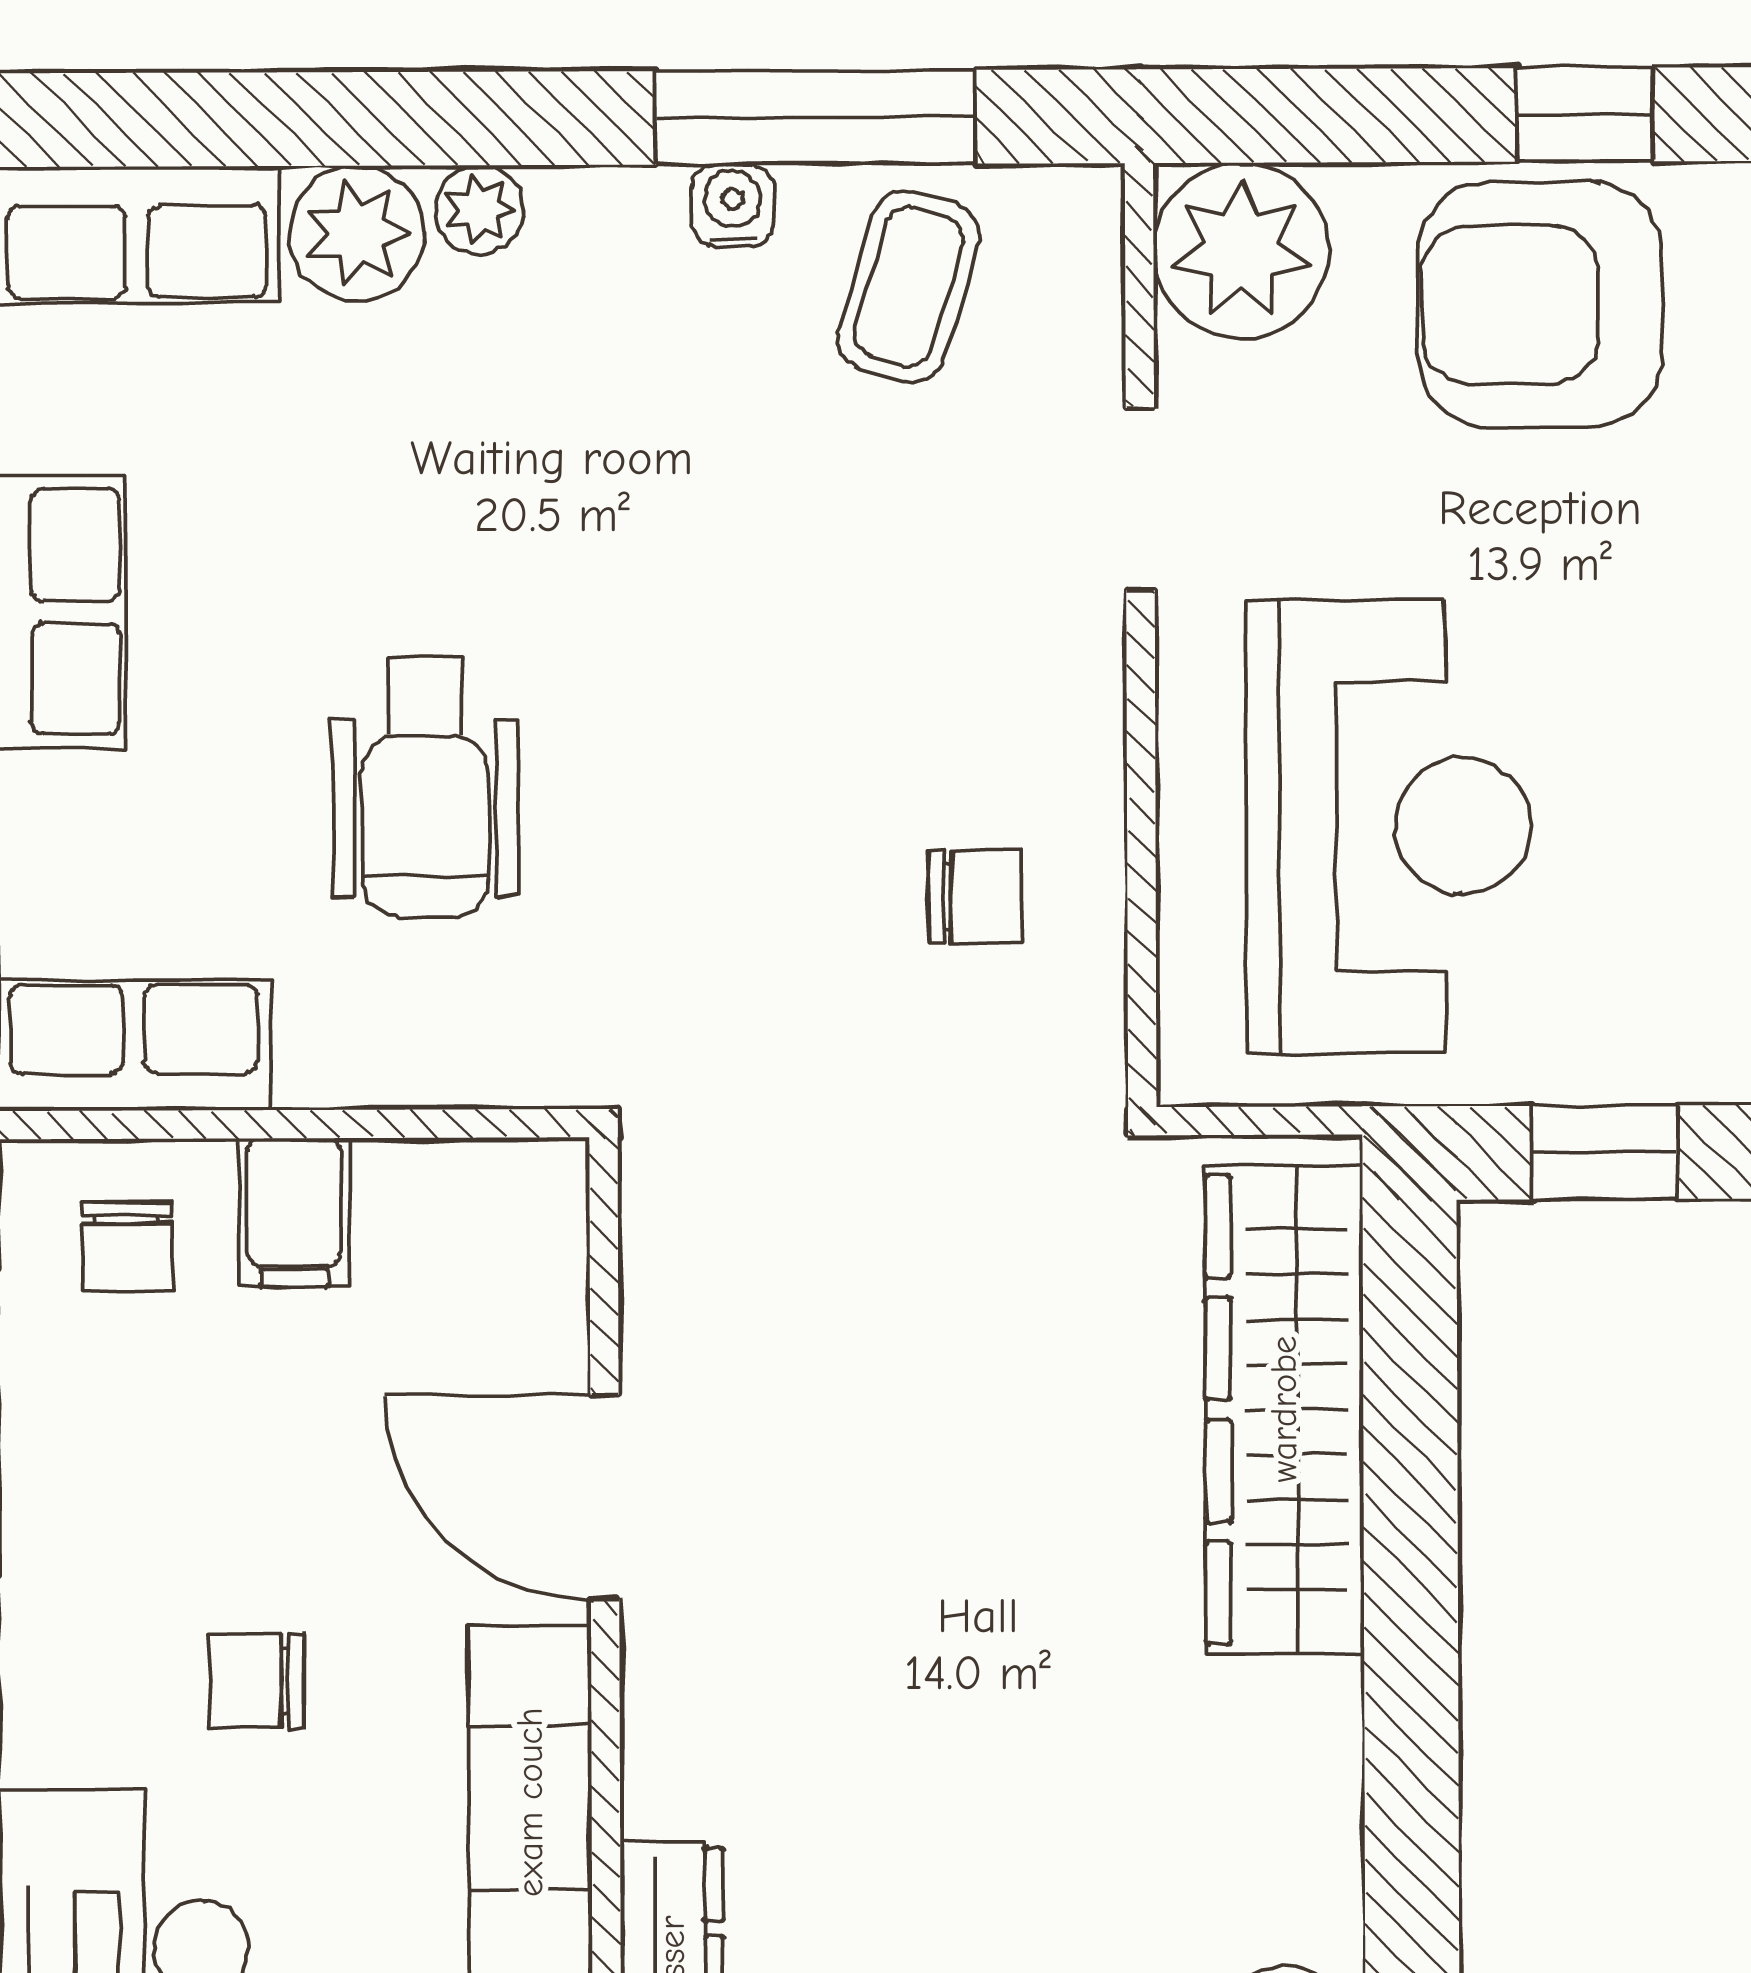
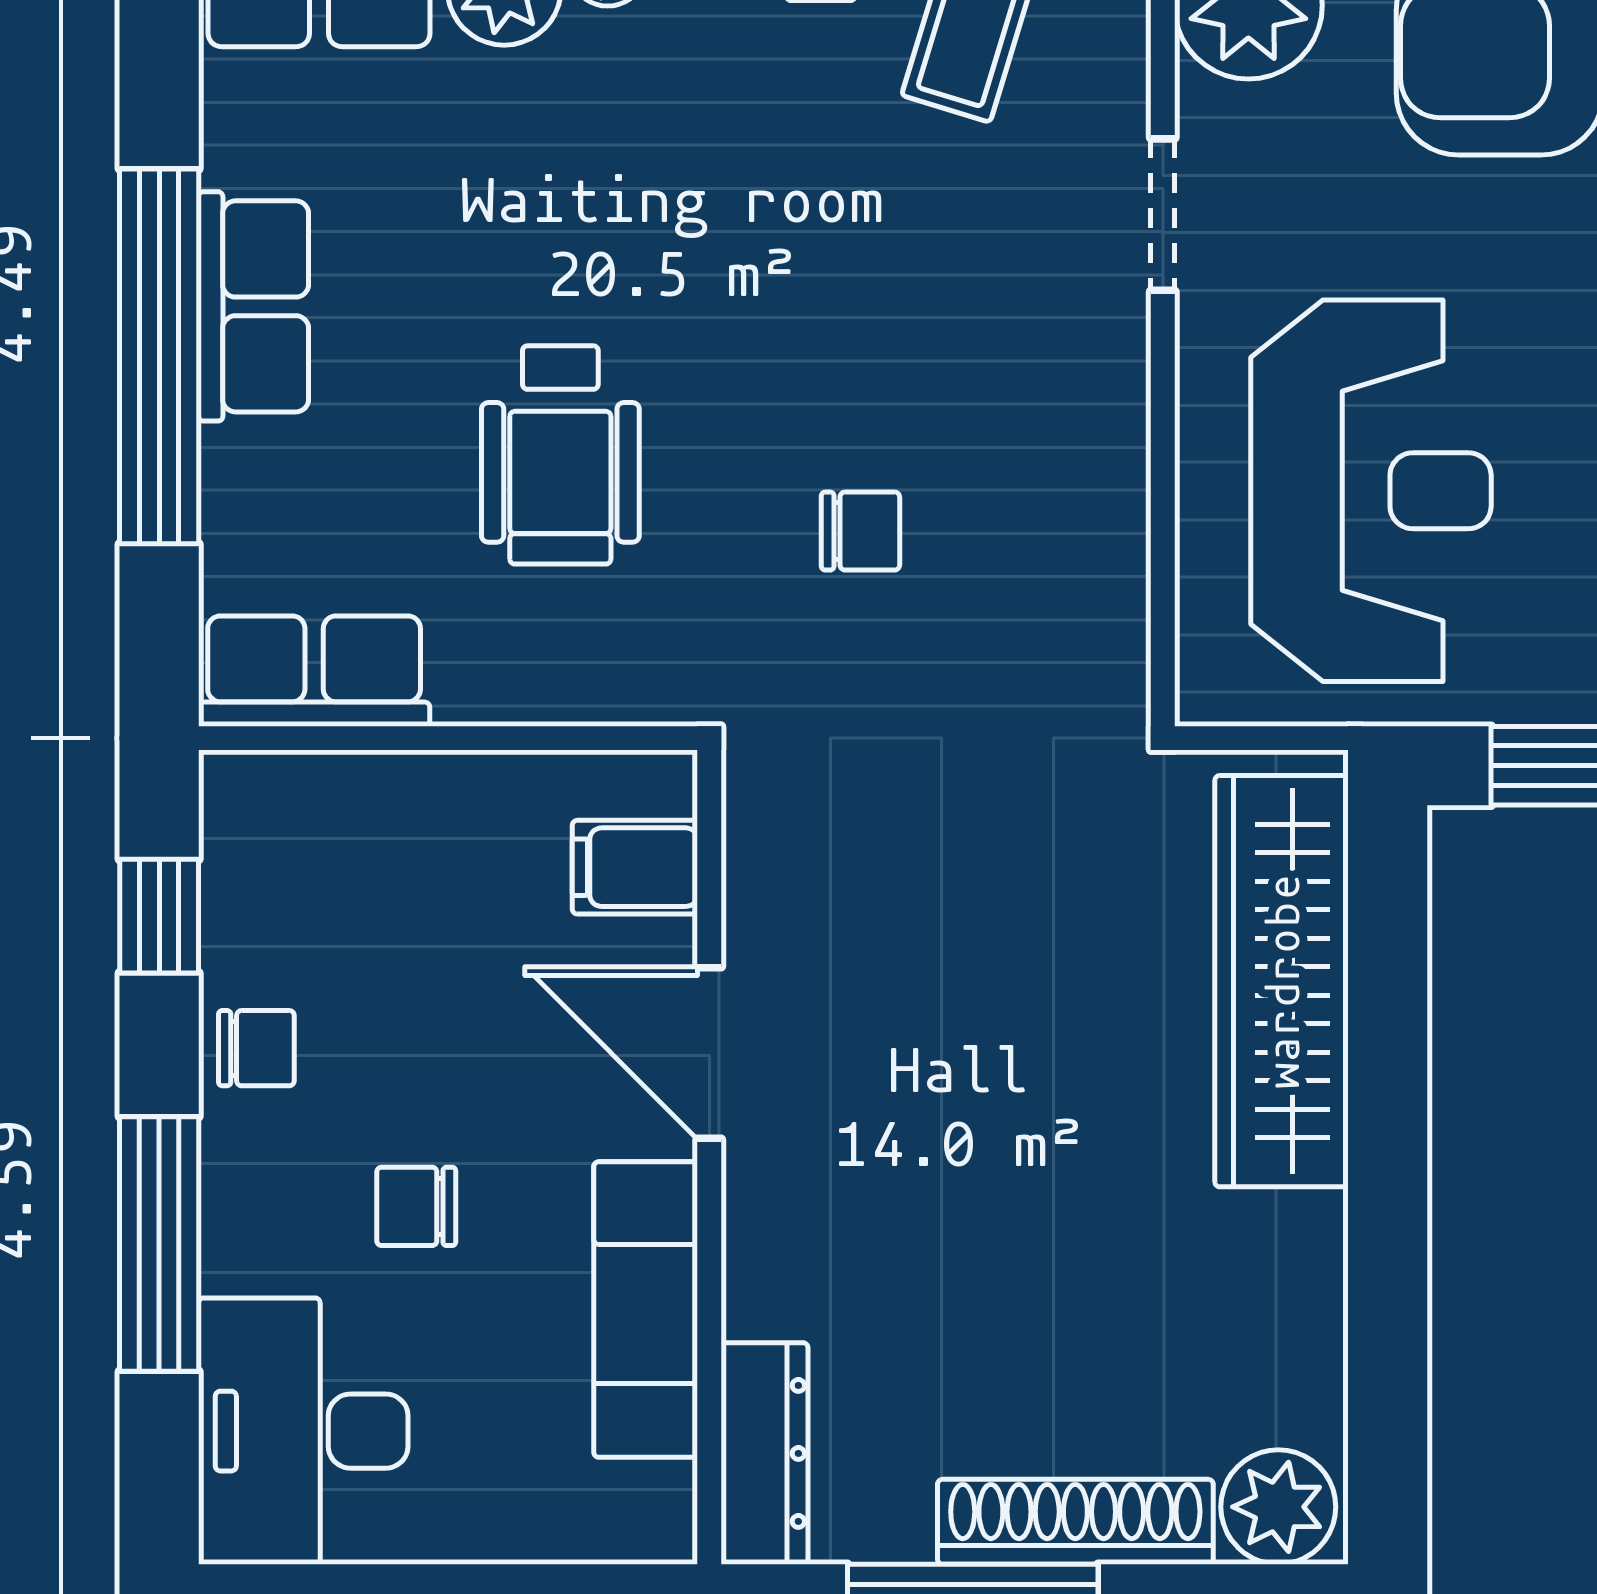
chair: (975, 897) -> (860, 531), moved
filing cabinet: (294, 1213) -> (635, 867), moved, turned 90
chair: (127, 1246) -> (256, 1048), moved, turned -90

